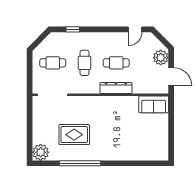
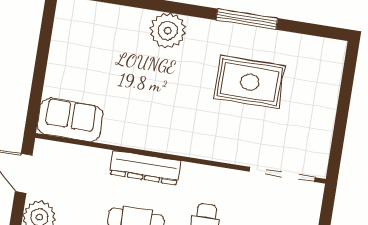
plant: (41, 152) -> (168, 31), moved
window: (80, 163) -> (247, 19), width x0.68

